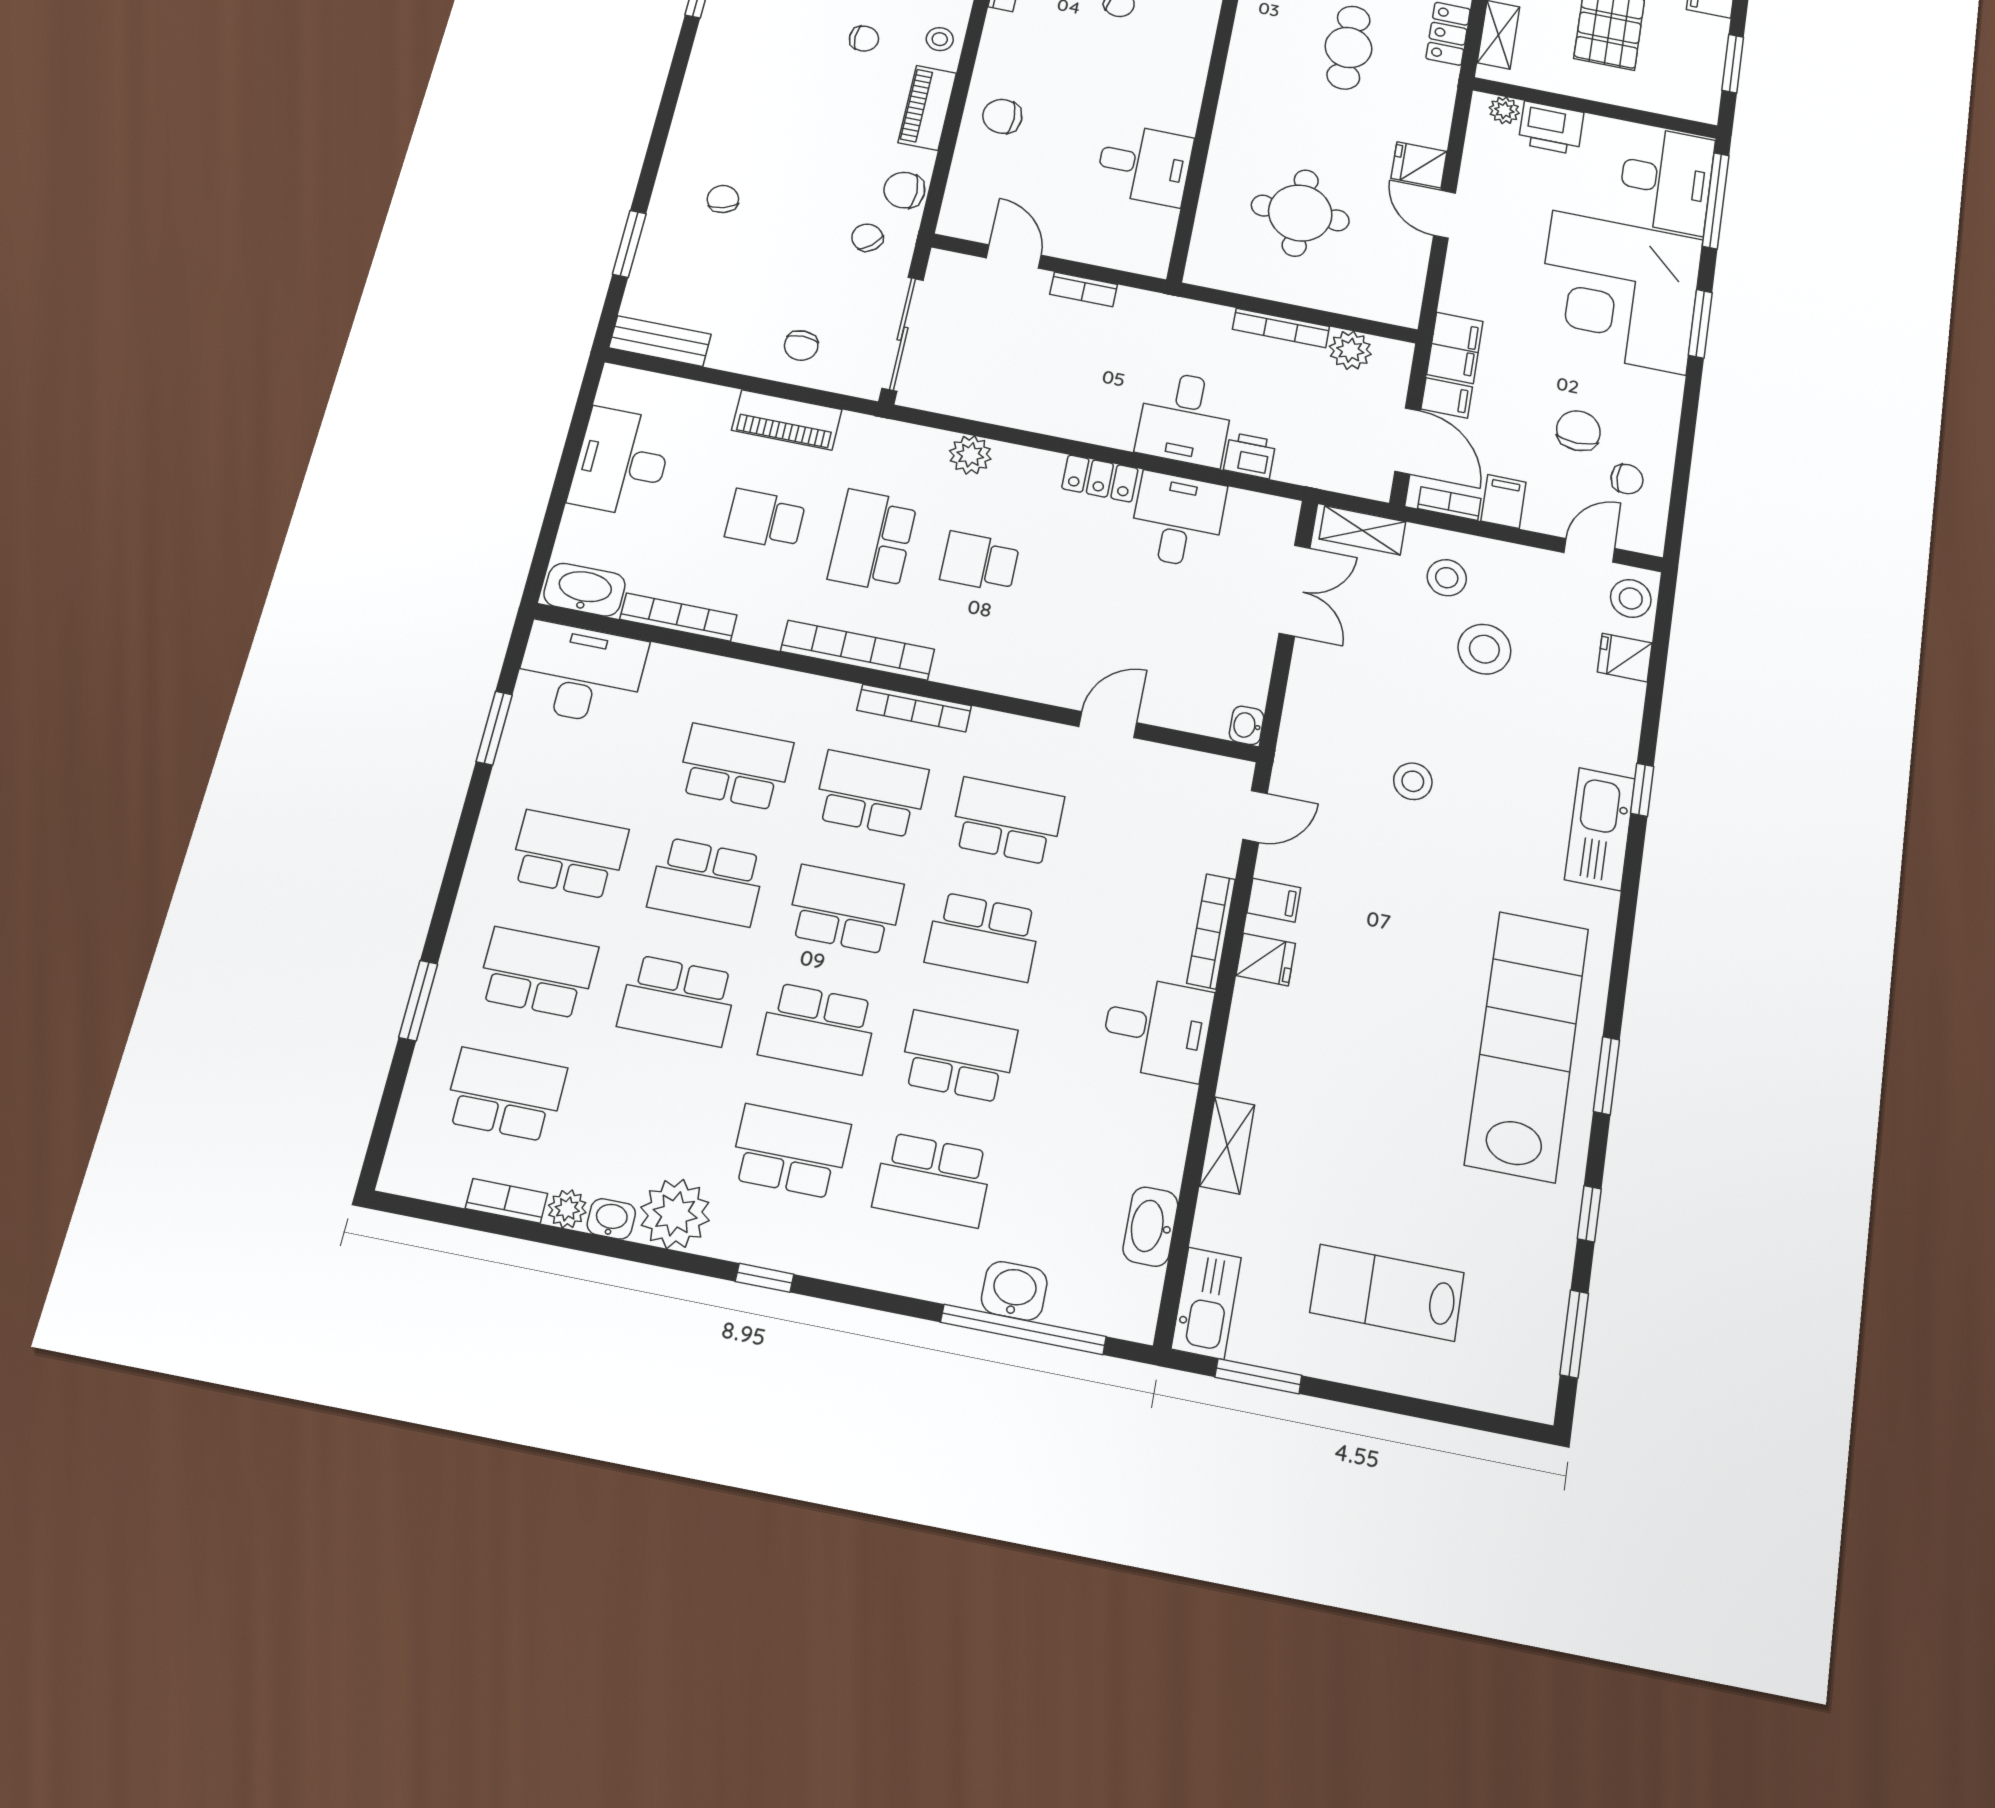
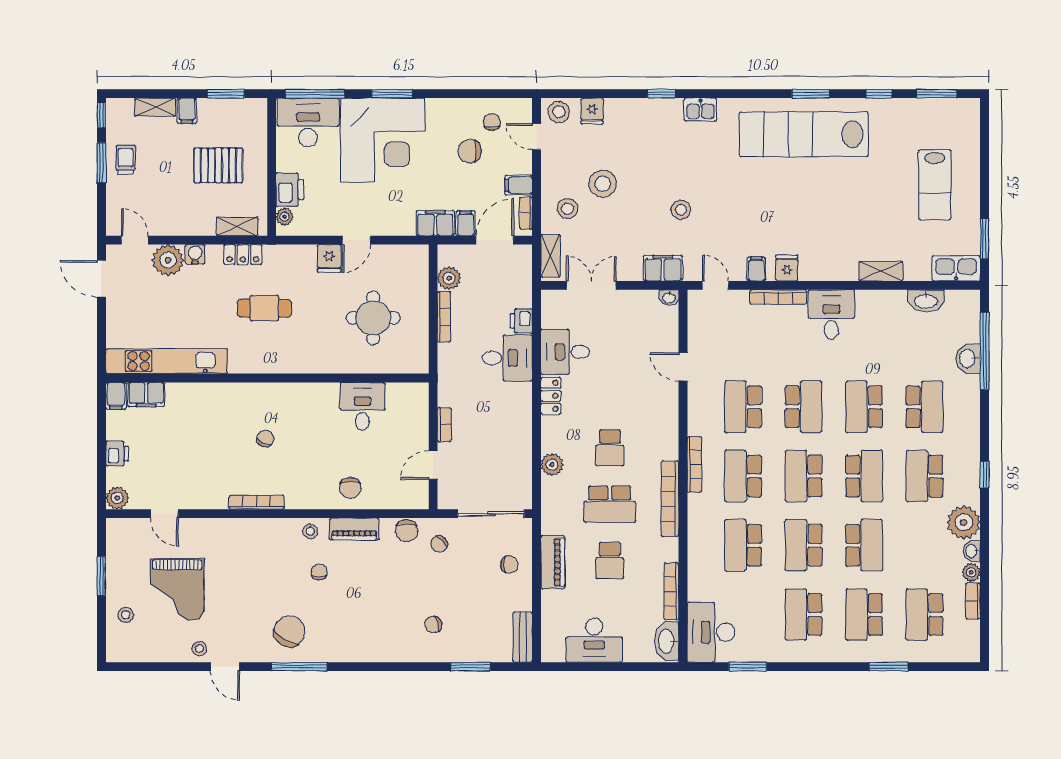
filing cabinet: (1305, 726) -> (663, 268), added
kitchen sink: (1600, 829) -> (700, 110), width x0.53, depth x0.81
school desk: (707, 882) -> (804, 545), turned 180

